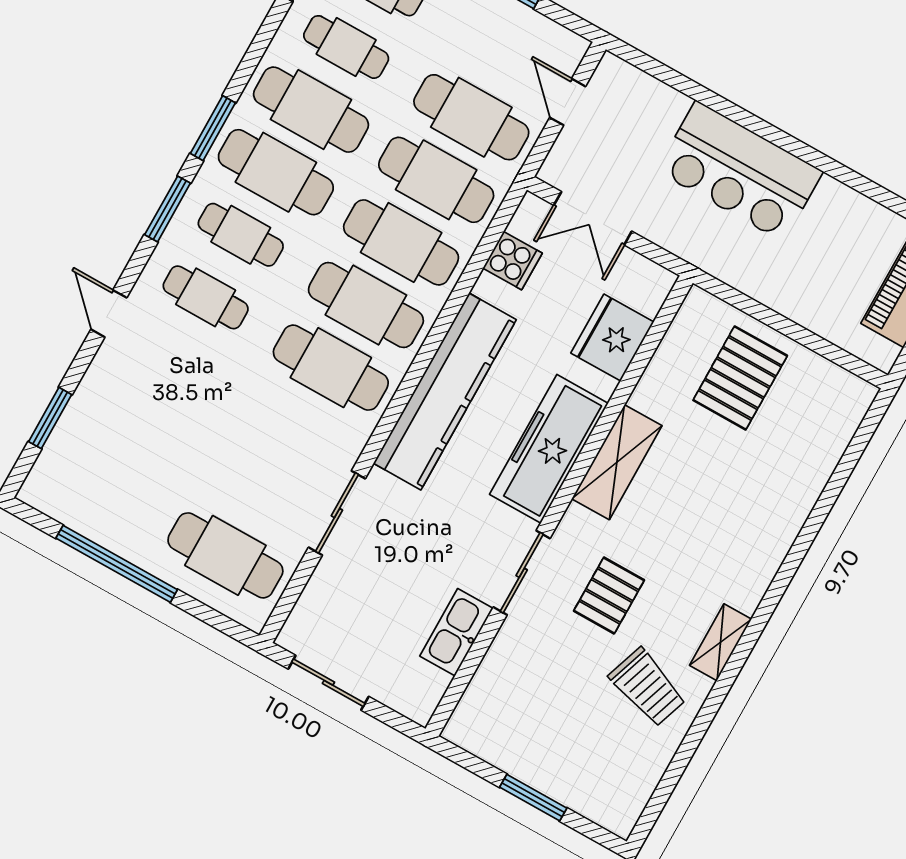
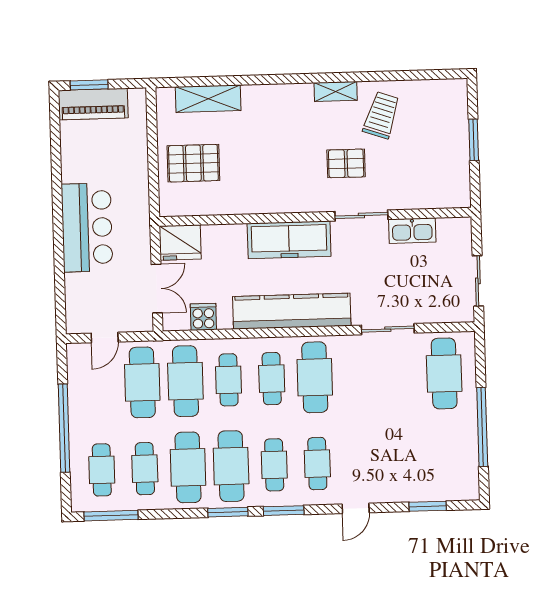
cafe table: (401, 242) -> (229, 380), width x0.73, depth x0.74
cafe table: (366, 305) -> (272, 379), width x0.73, depth x0.74
fridge: (612, 338) -> (180, 243), moved
shelving: (617, 462) -> (208, 99), moved

